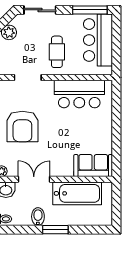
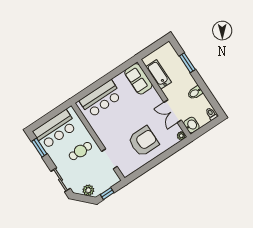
window: (90, 10) -> (39, 148), width x0.69
bar counter: (79, 94) -> (101, 99), moved, turned 90
bathtub: (77, 193) -> (159, 74), width x0.73, depth x0.73
window: (55, 230) -> (187, 63), moved

